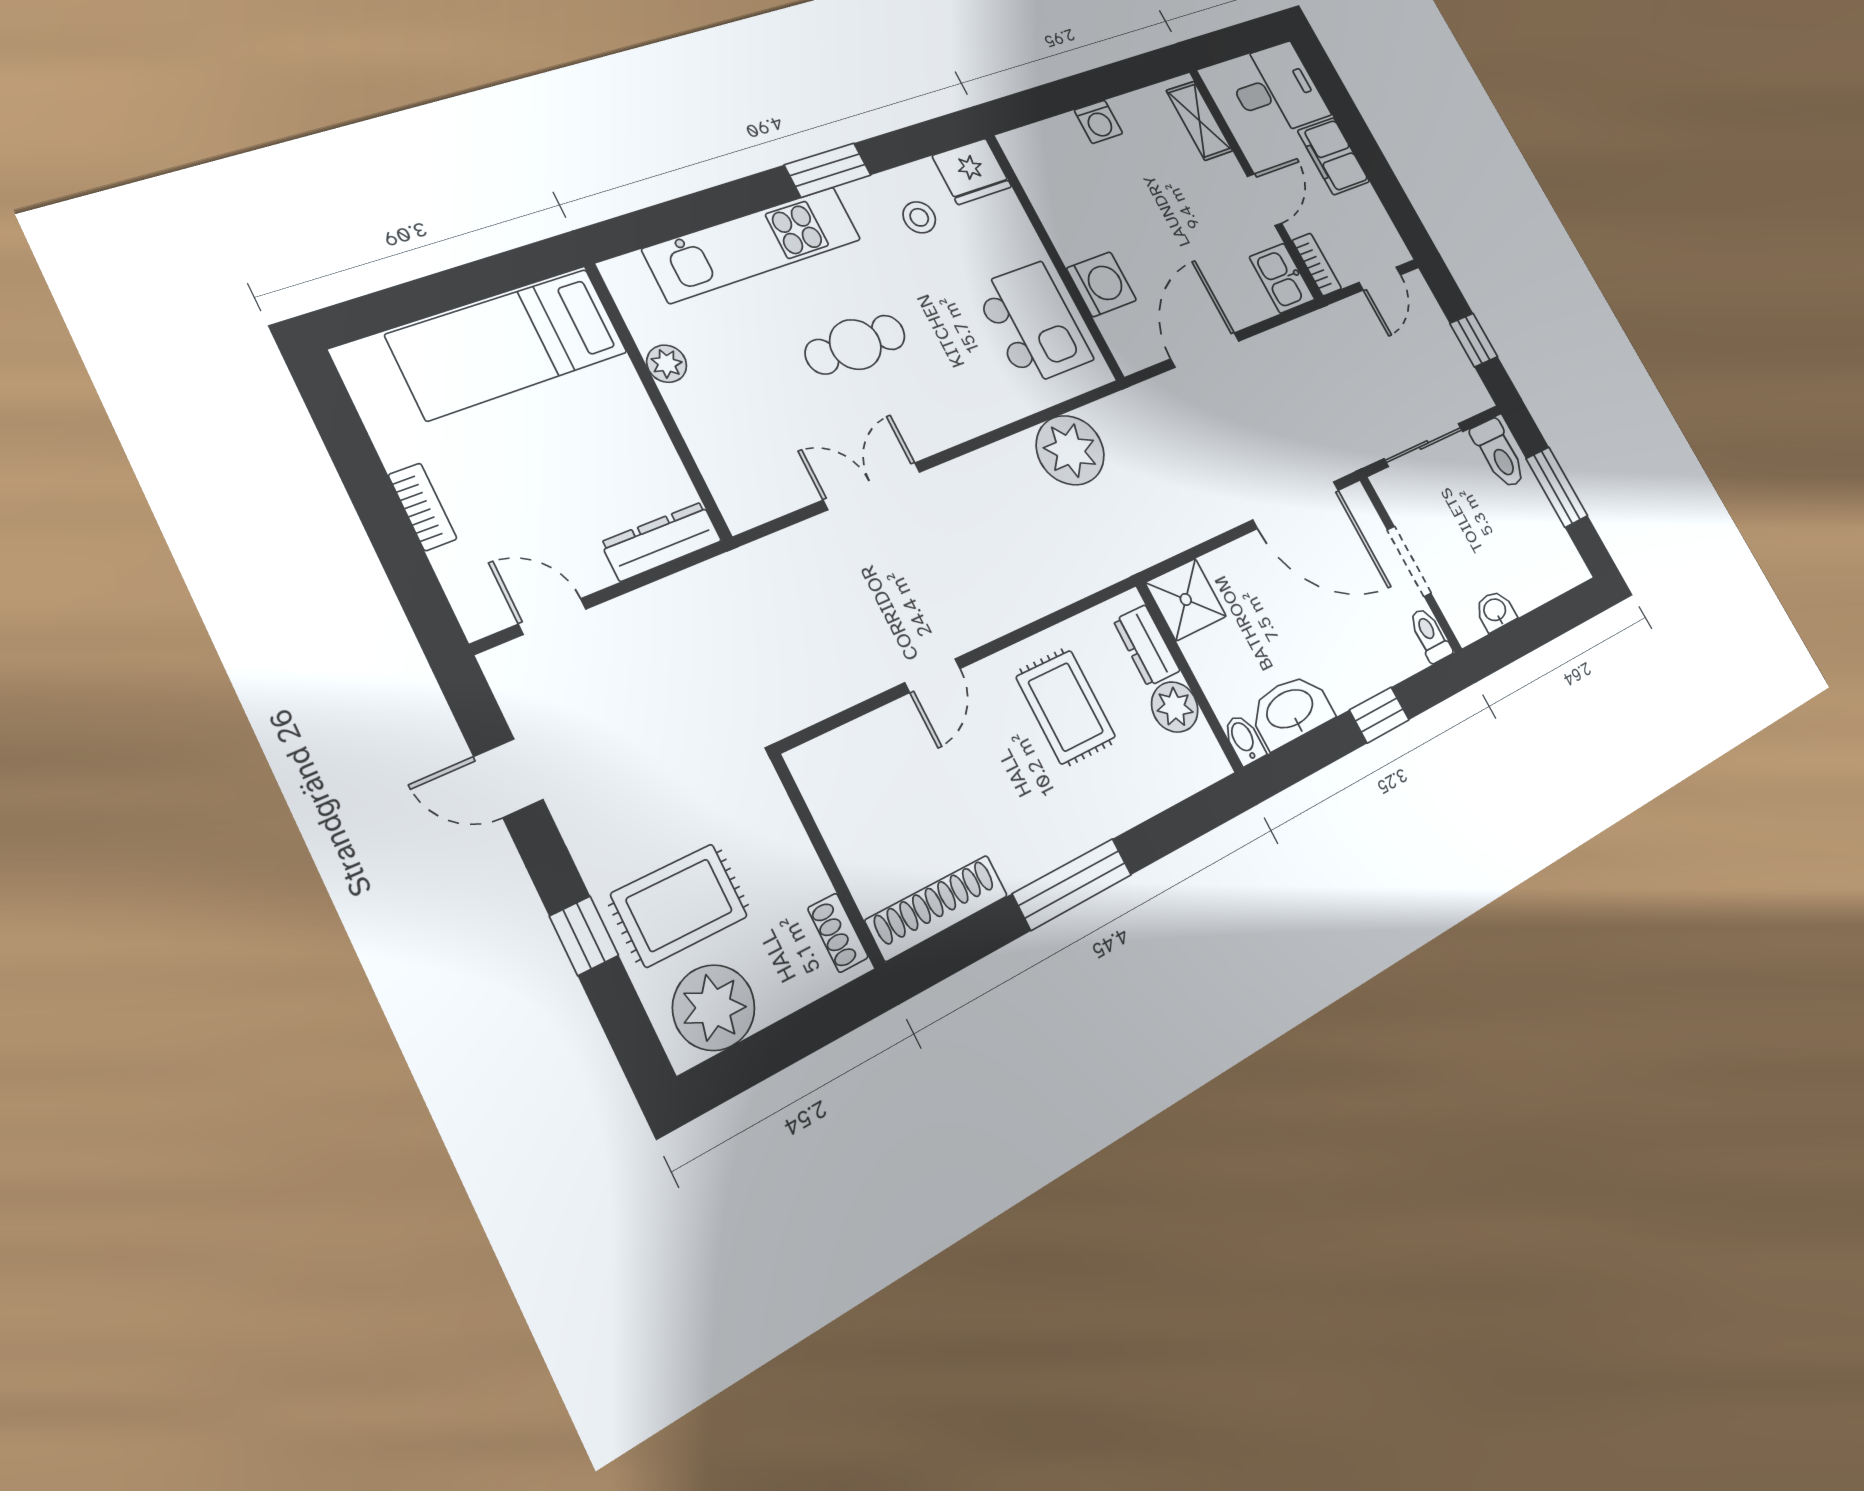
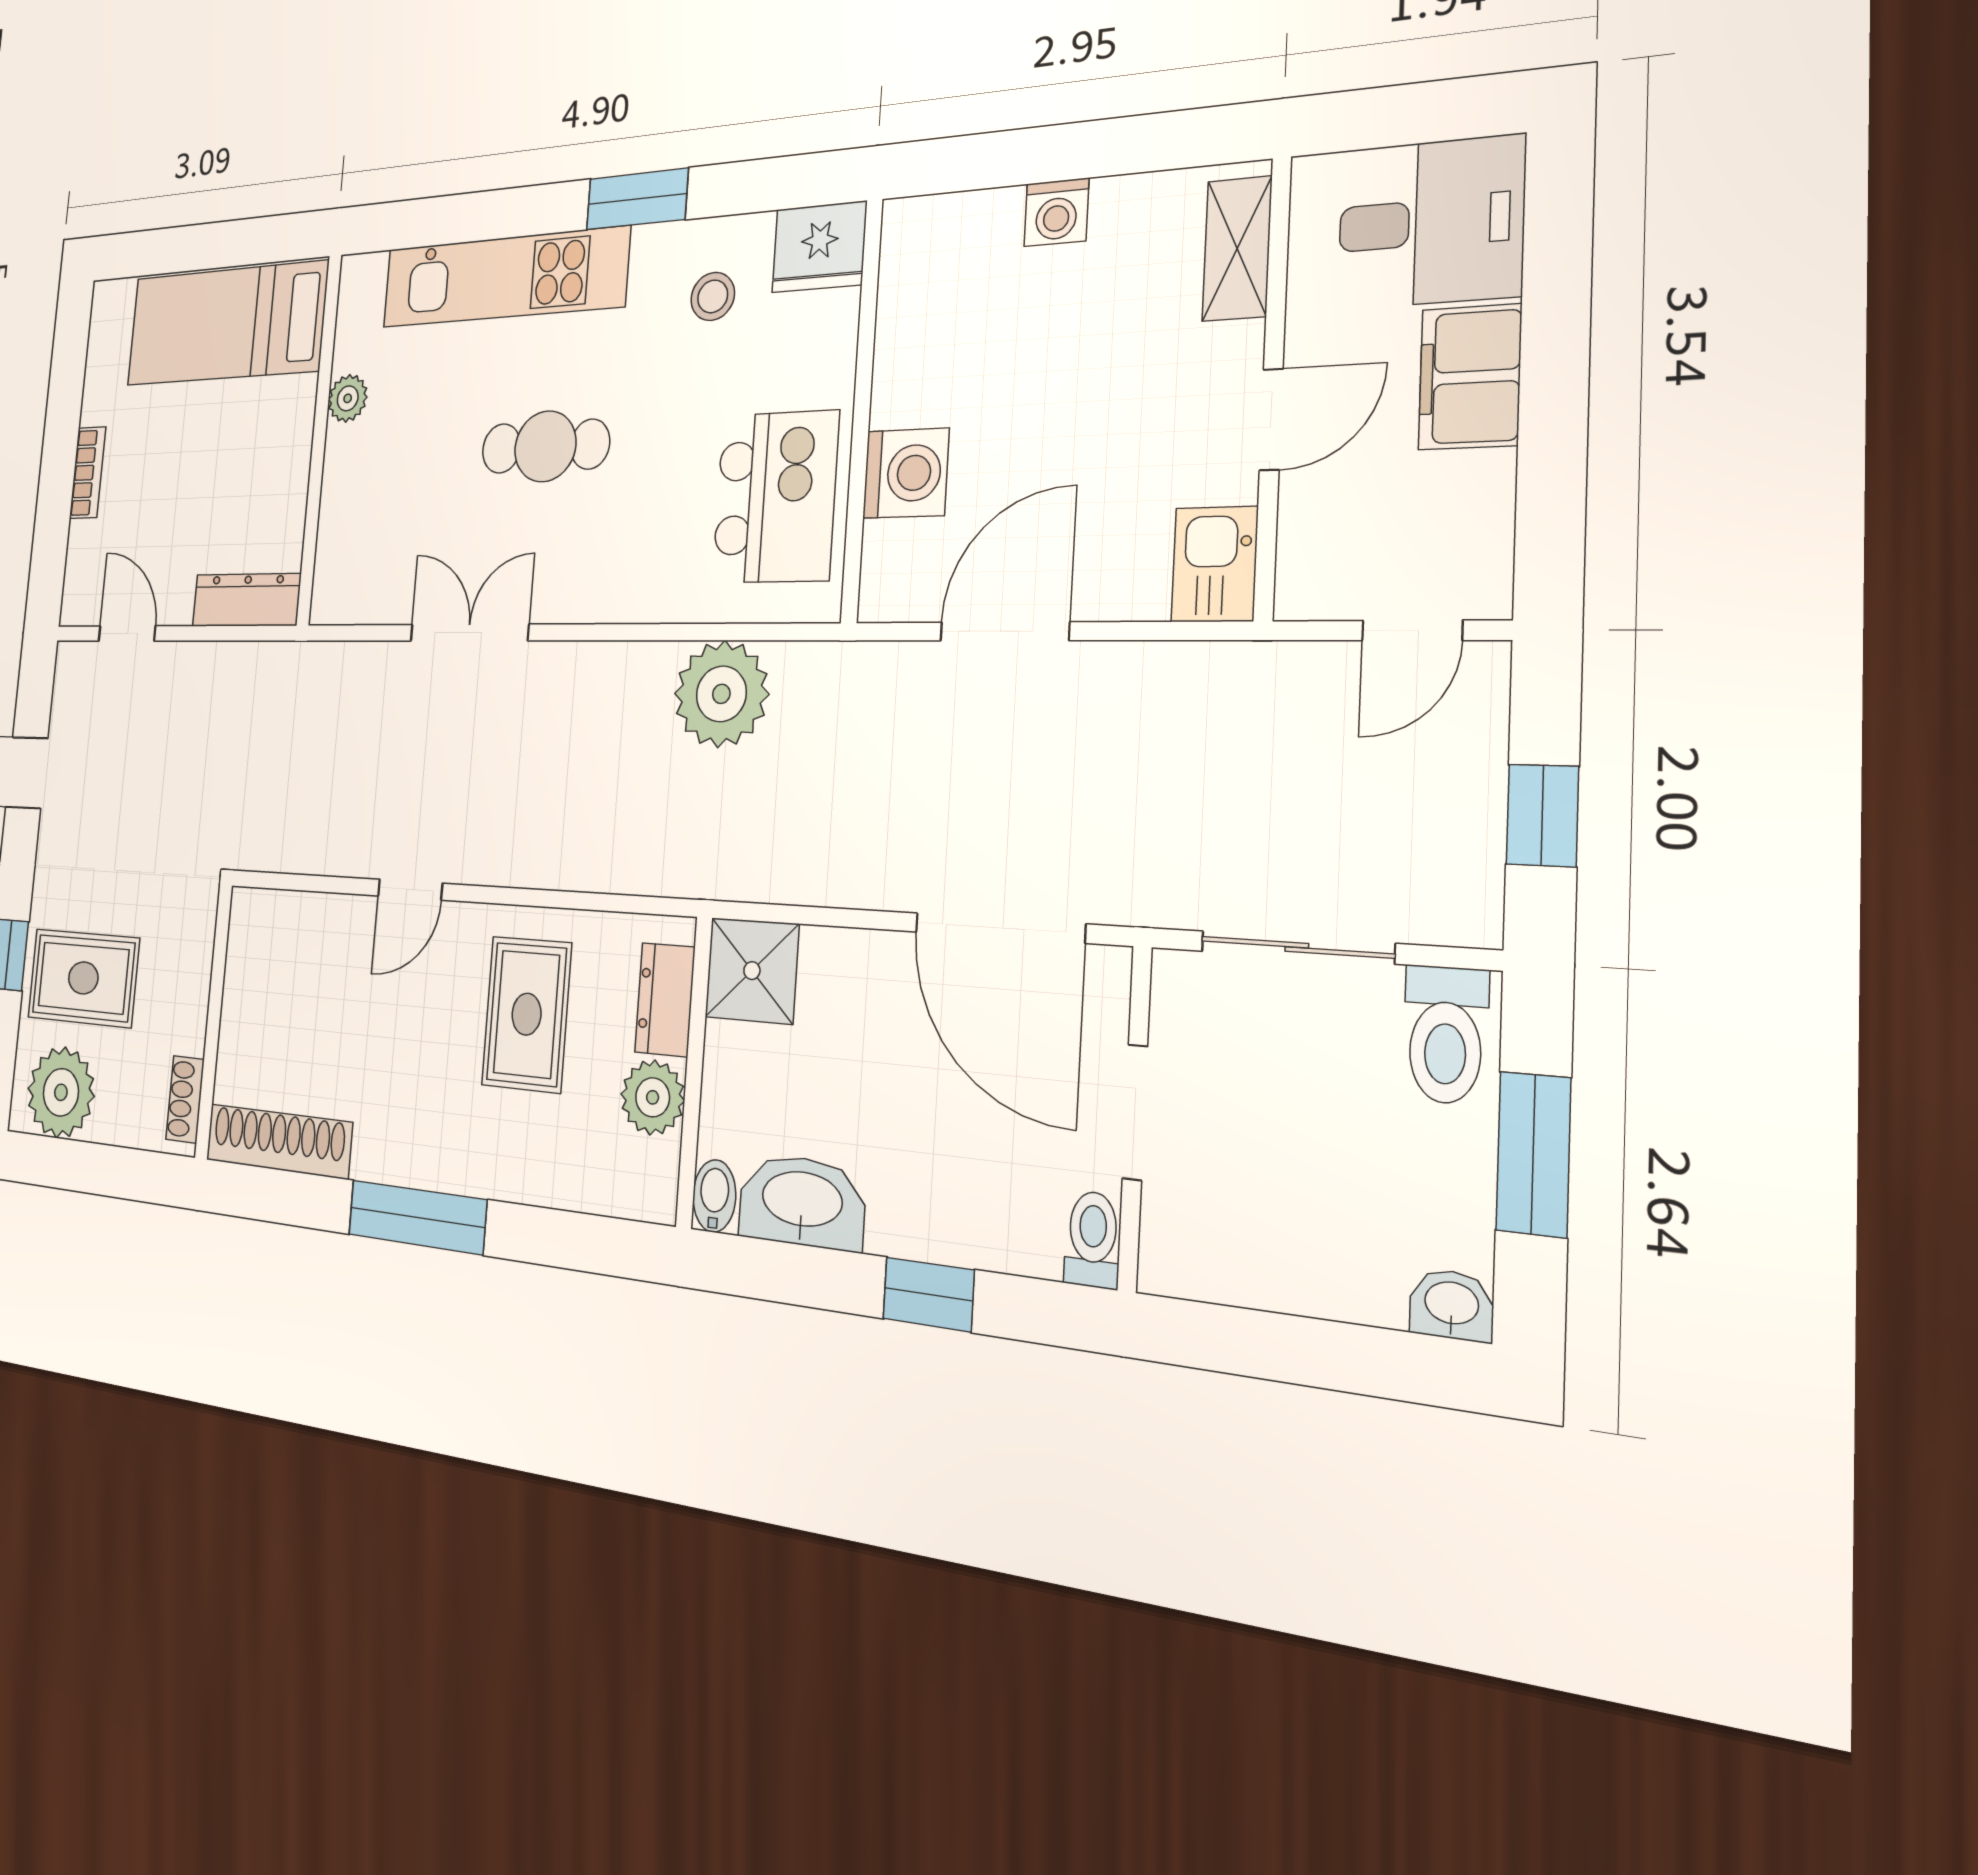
bookcase: (1317, 265) -> (1298, 563), removed
washbasin: (1495, 611) -> (1452, 1305), moved

